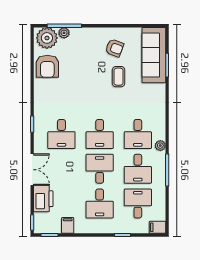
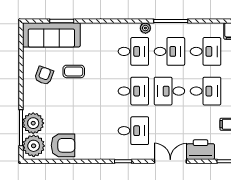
plant: (64, 33) -> (33, 123), width x1.87, depth x1.87
desk: (138, 204) -> (206, 51), turned 180

